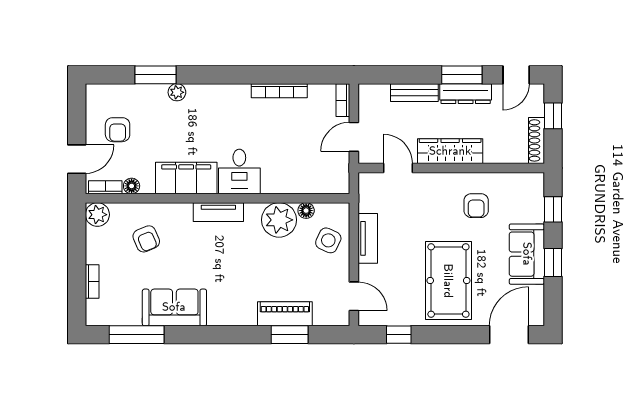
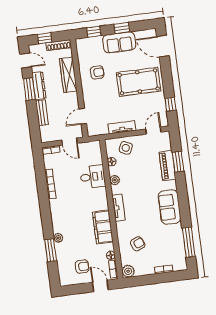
wardrobe: (450, 151) -> (68, 75), moved
desk: (239, 171) -> (93, 177), moved
plant: (279, 220) -> (115, 180), width x0.53, depth x0.53
sofa: (174, 307) -> (169, 207), moved

